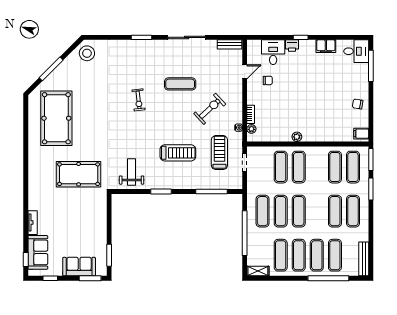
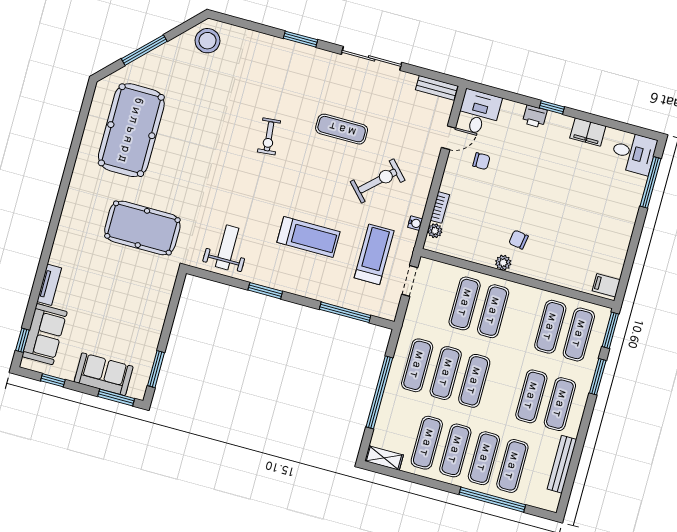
desk: (273, 52) -> (479, 113), moved
chair: (358, 104) -> (519, 240), moved
bench: (364, 259) -> (562, 464), moved

